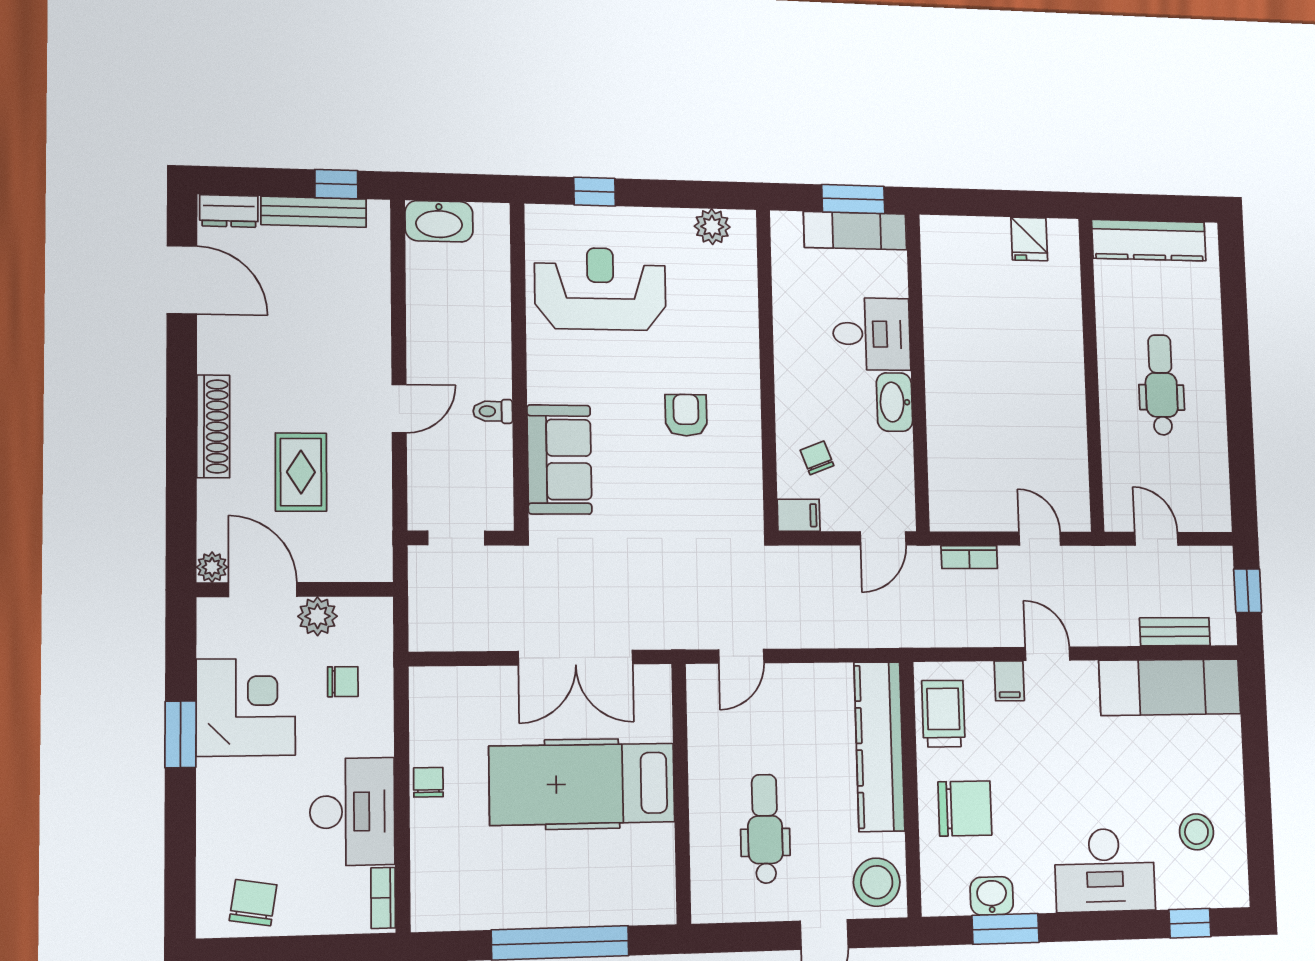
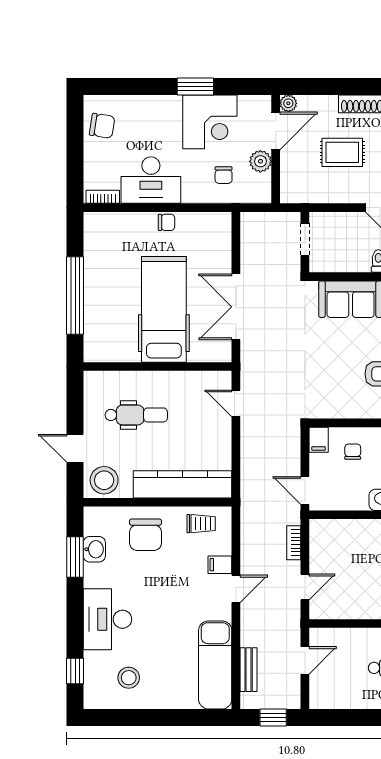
chair: (817, 458) -> (353, 452), turned -69
trolley: (943, 714) -> (201, 524), width x0.73, depth x0.72

